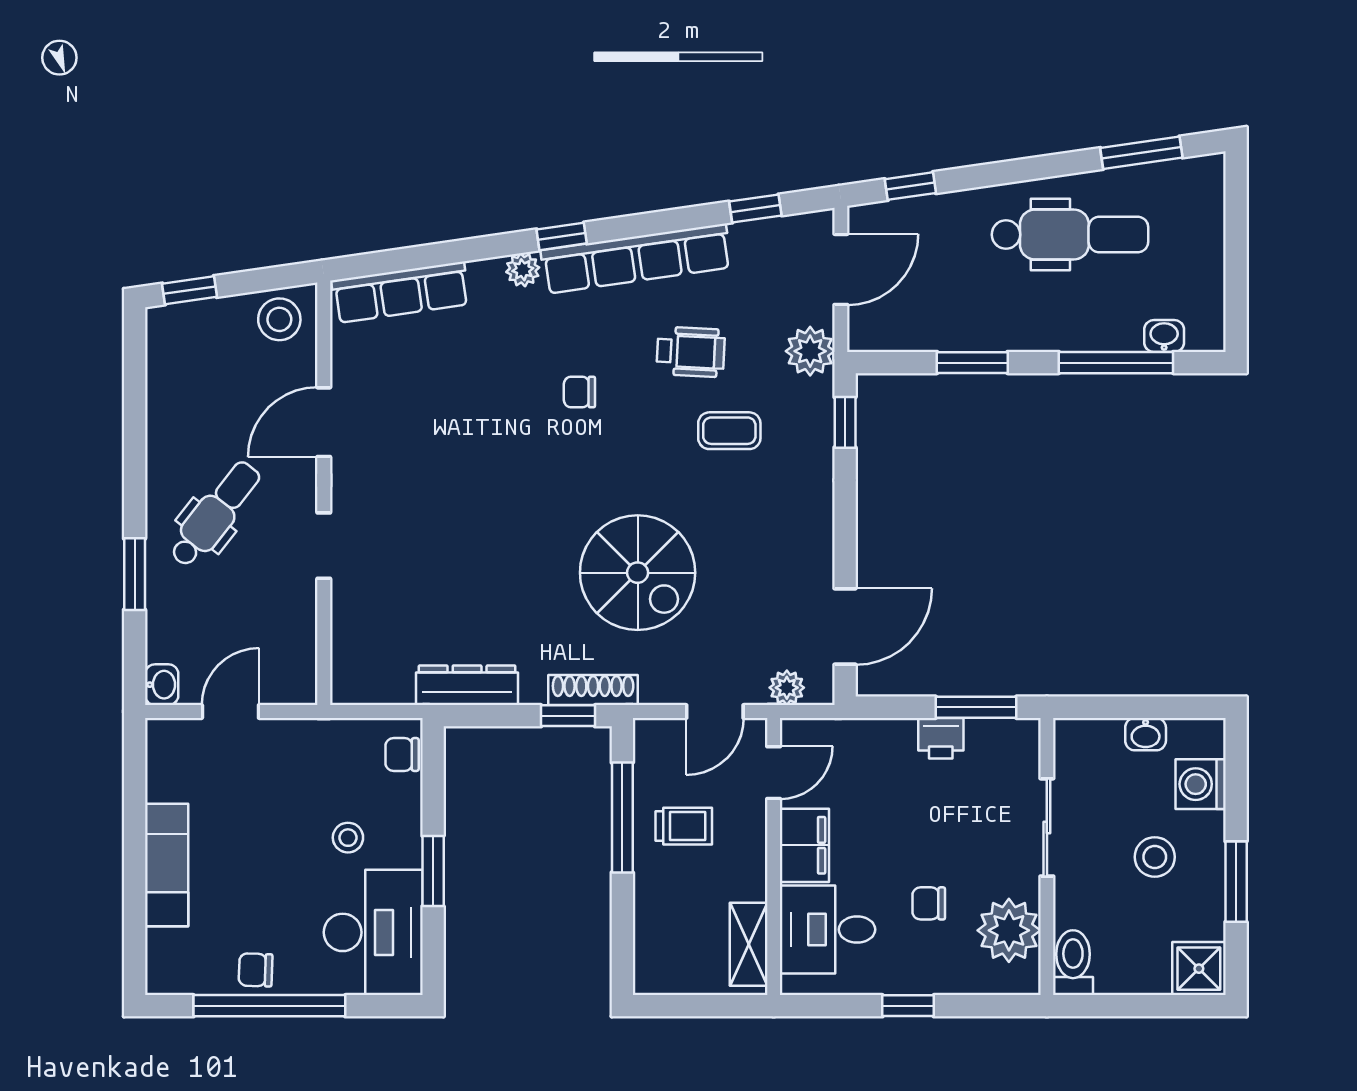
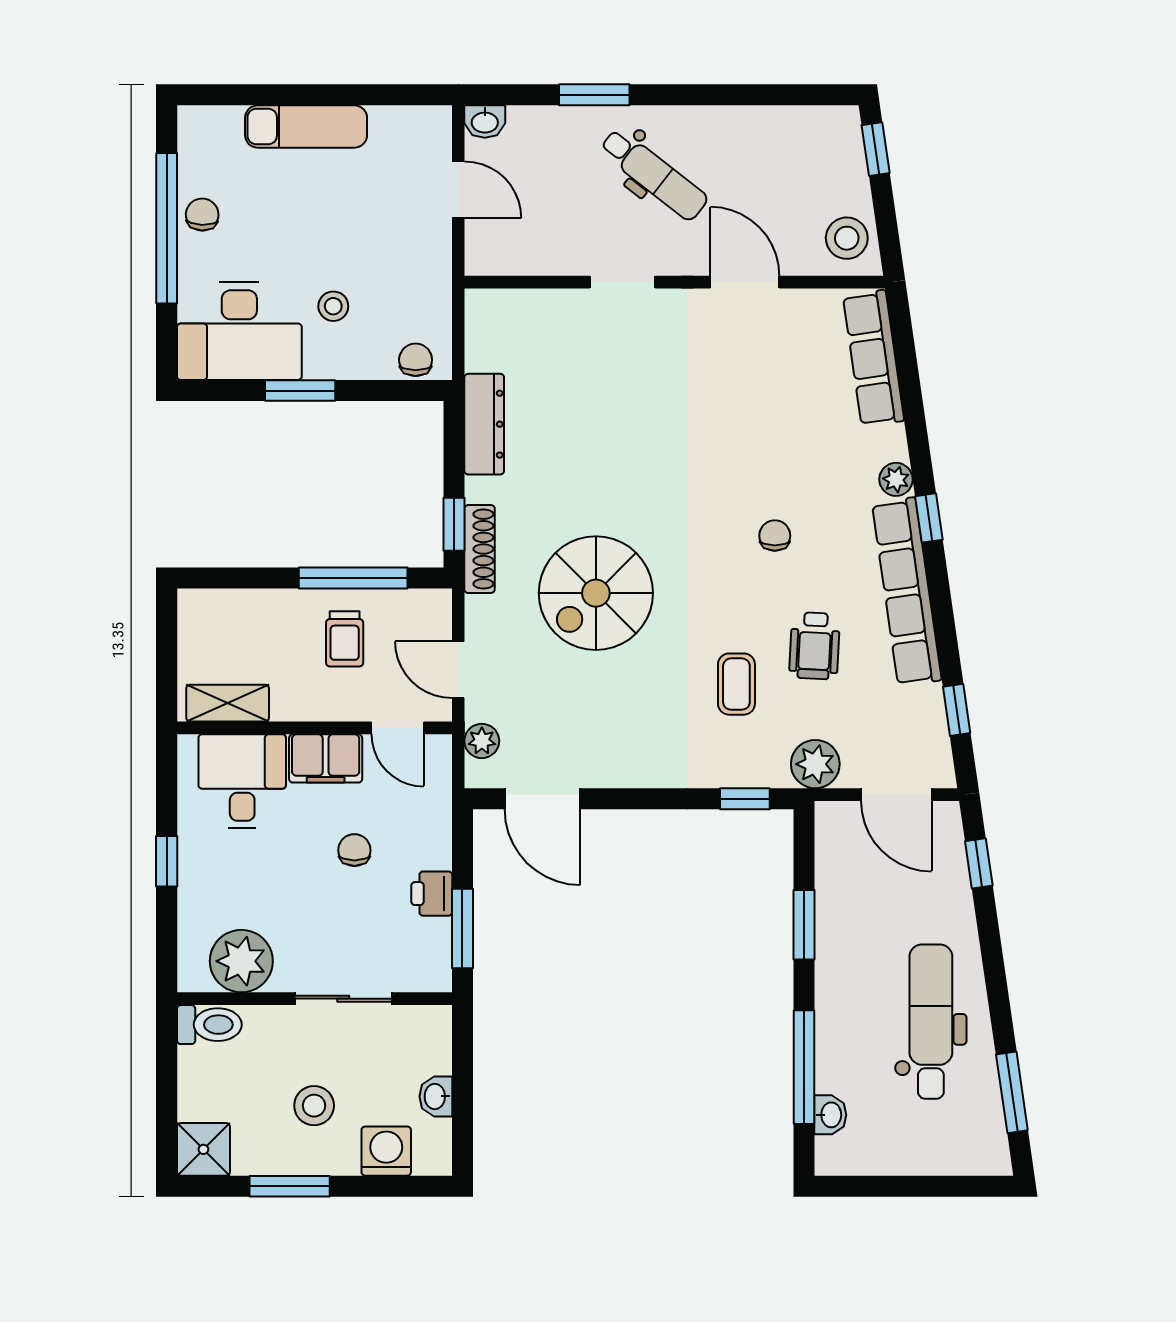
dental chair: (1070, 235) -> (931, 1022), turned 180
chair: (929, 903) -> (354, 850), moved

